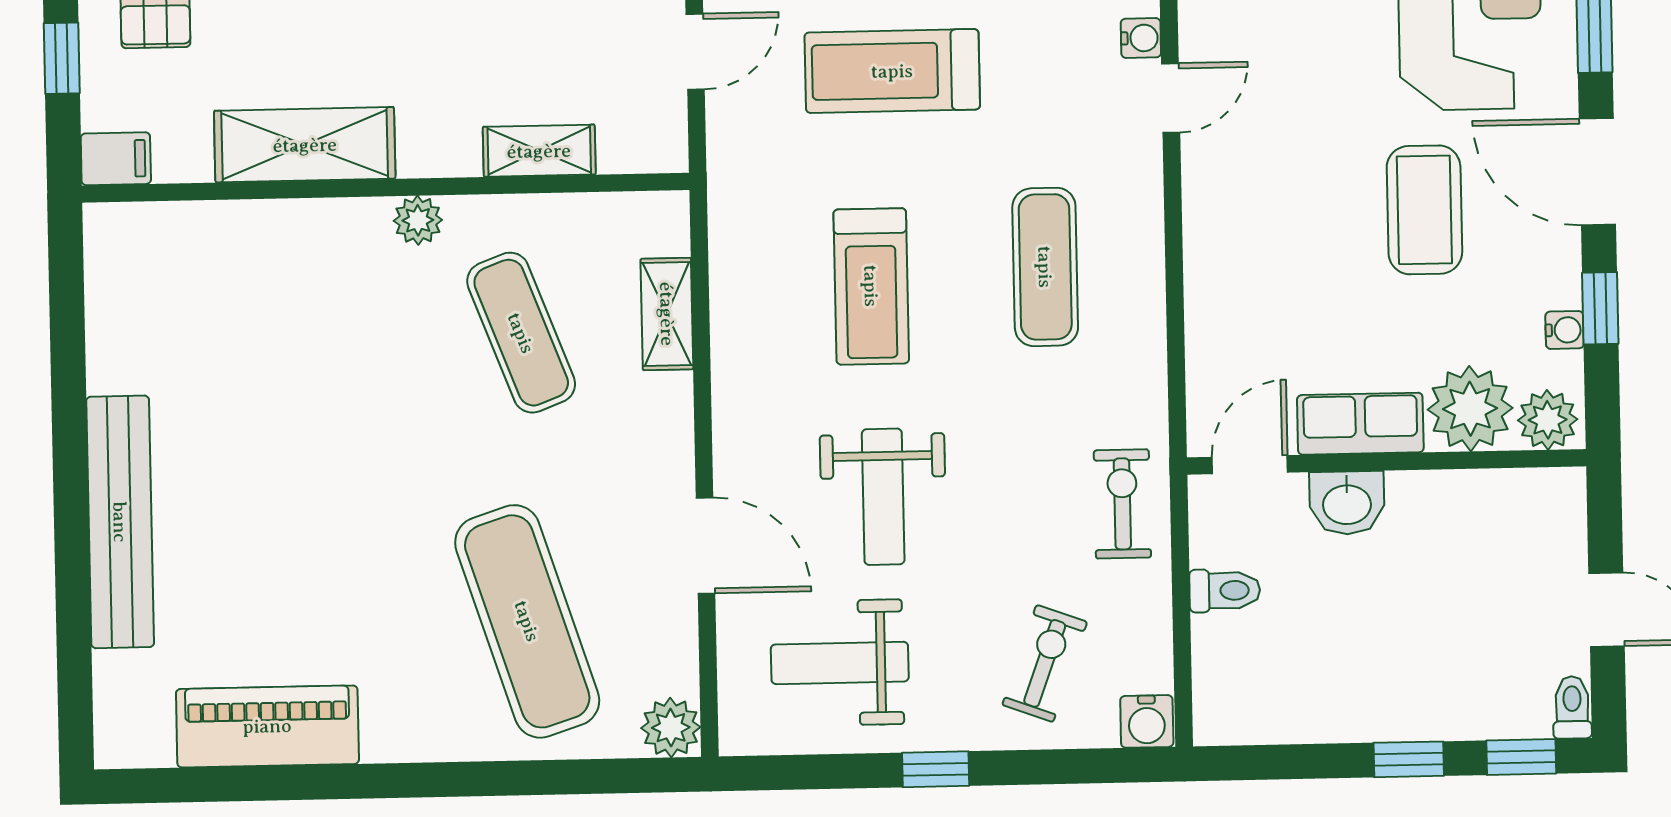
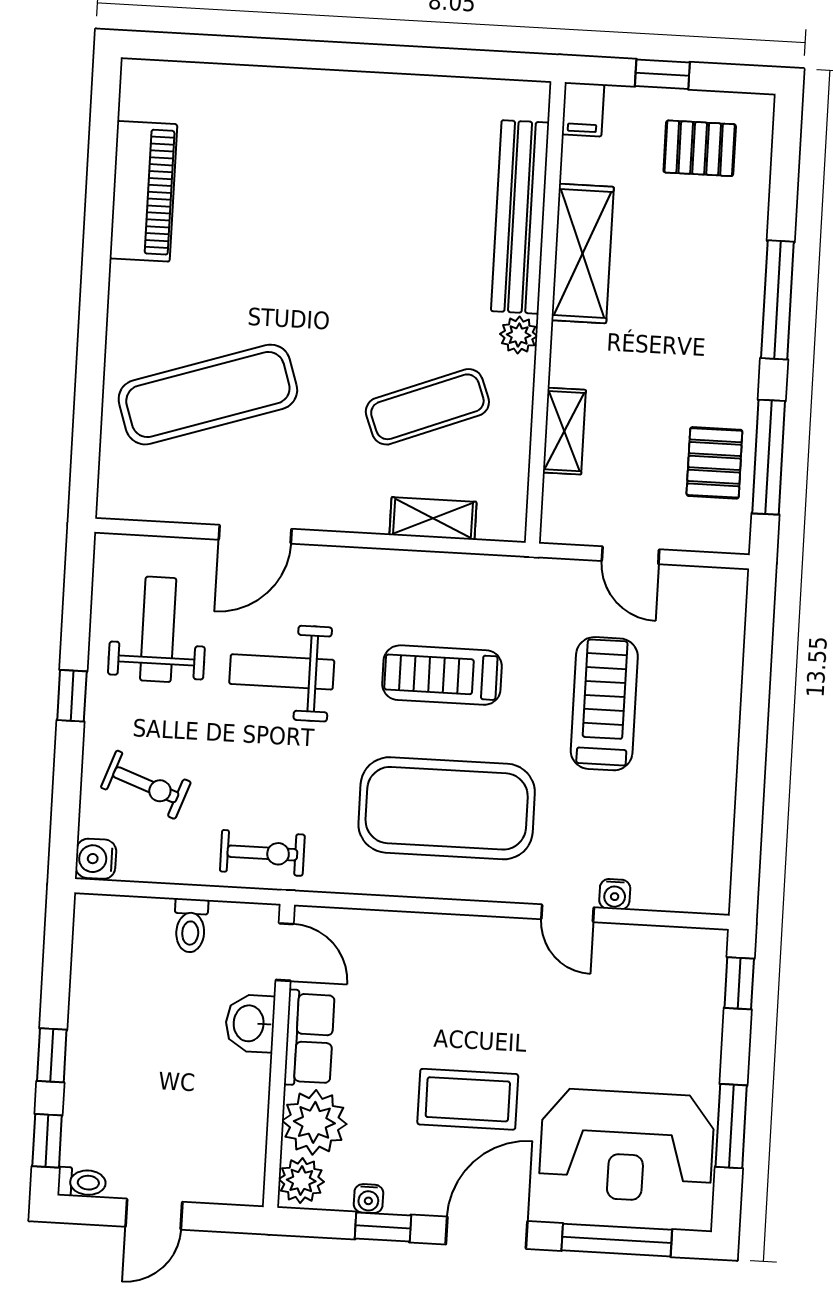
exercise mat: (1045, 267) -> (447, 808), width x2.00, depth x1.45
bench: (120, 522) -> (520, 217), moved, turned 90
plant: (671, 728) -> (119, 497), removed

